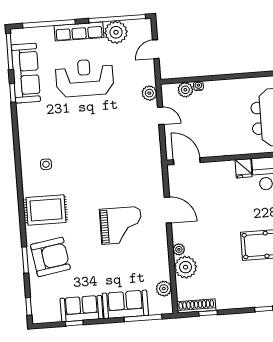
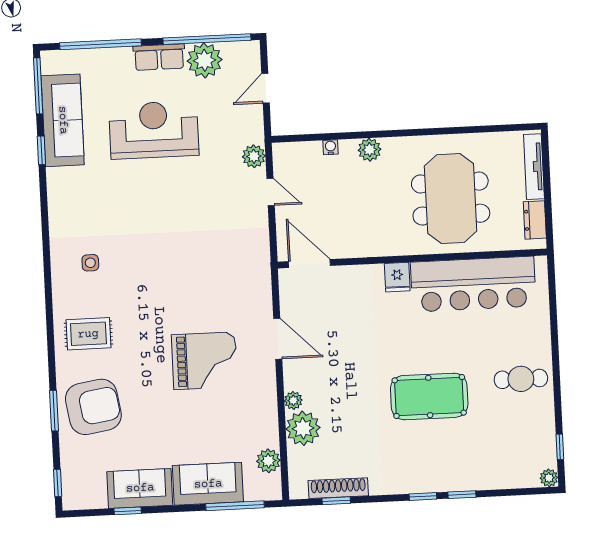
row of seats: (79, 31) -> (159, 57), width x0.68
plant: (185, 90) -> (370, 150), moved
rug: (46, 210) -> (88, 334), width x0.73, depth x0.70
shoe rack: (196, 306) -> (338, 488), moved

